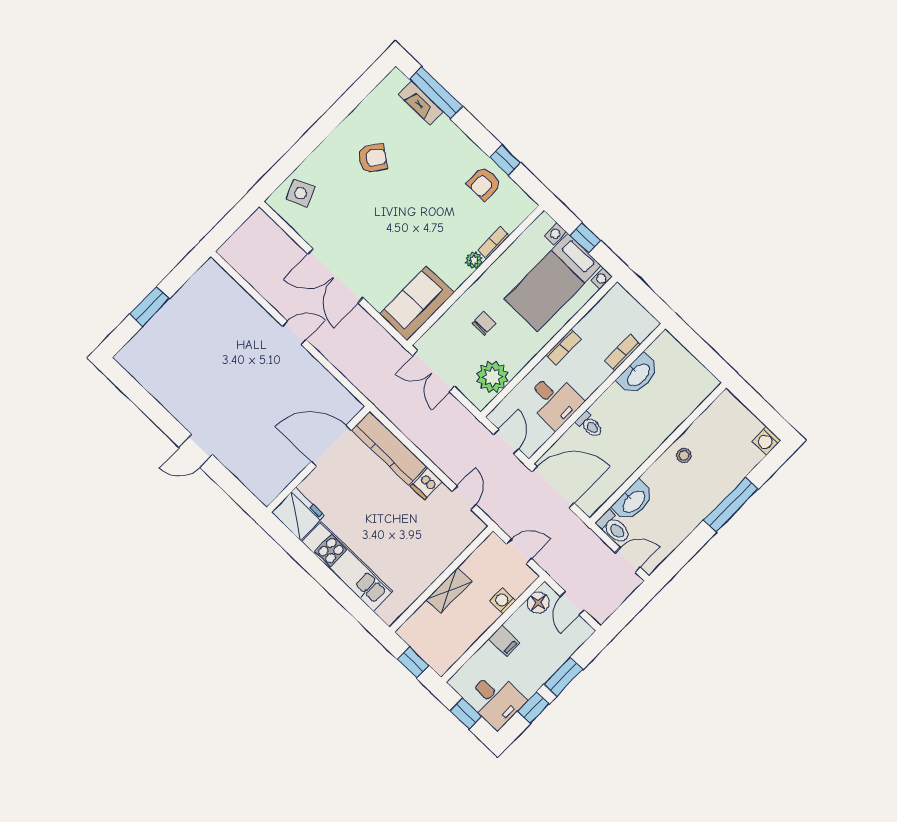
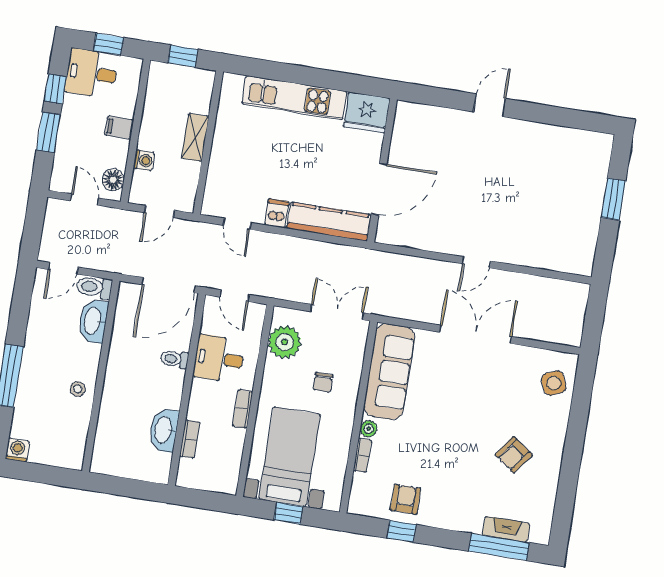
sofa: (417, 303) -> (389, 372), width x1.36

